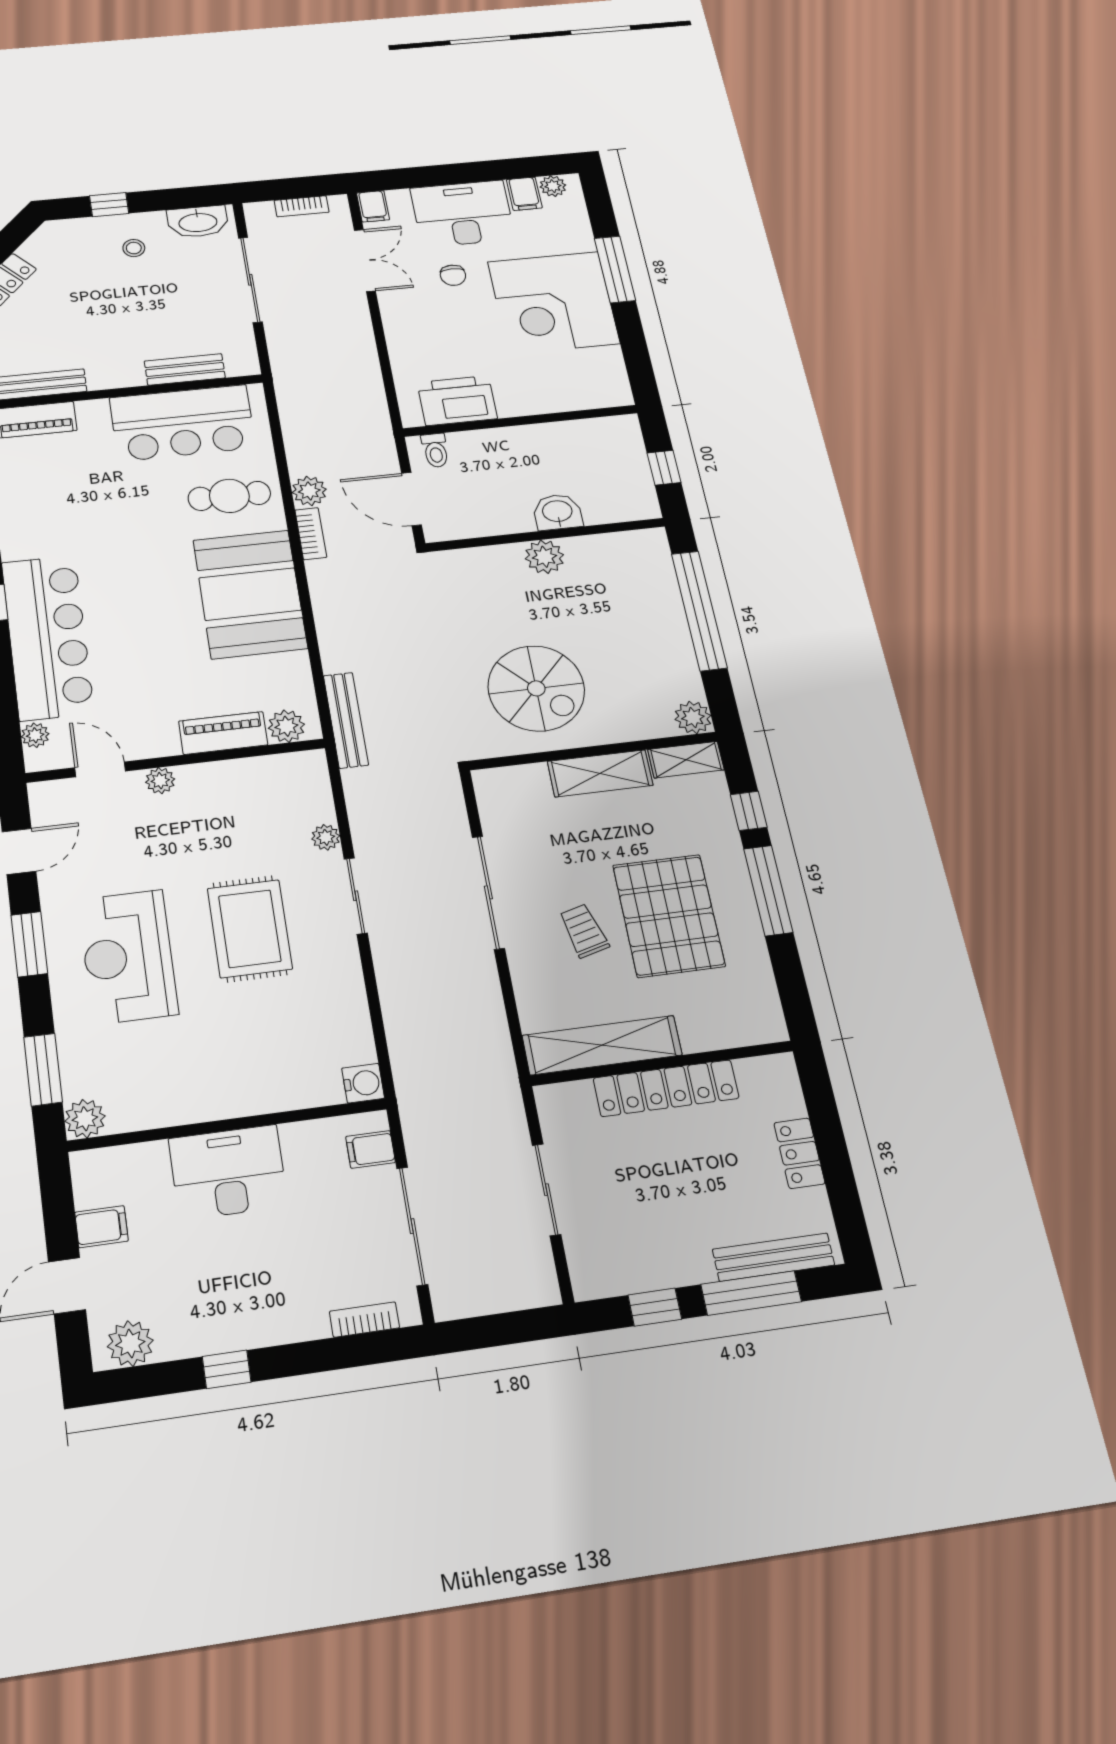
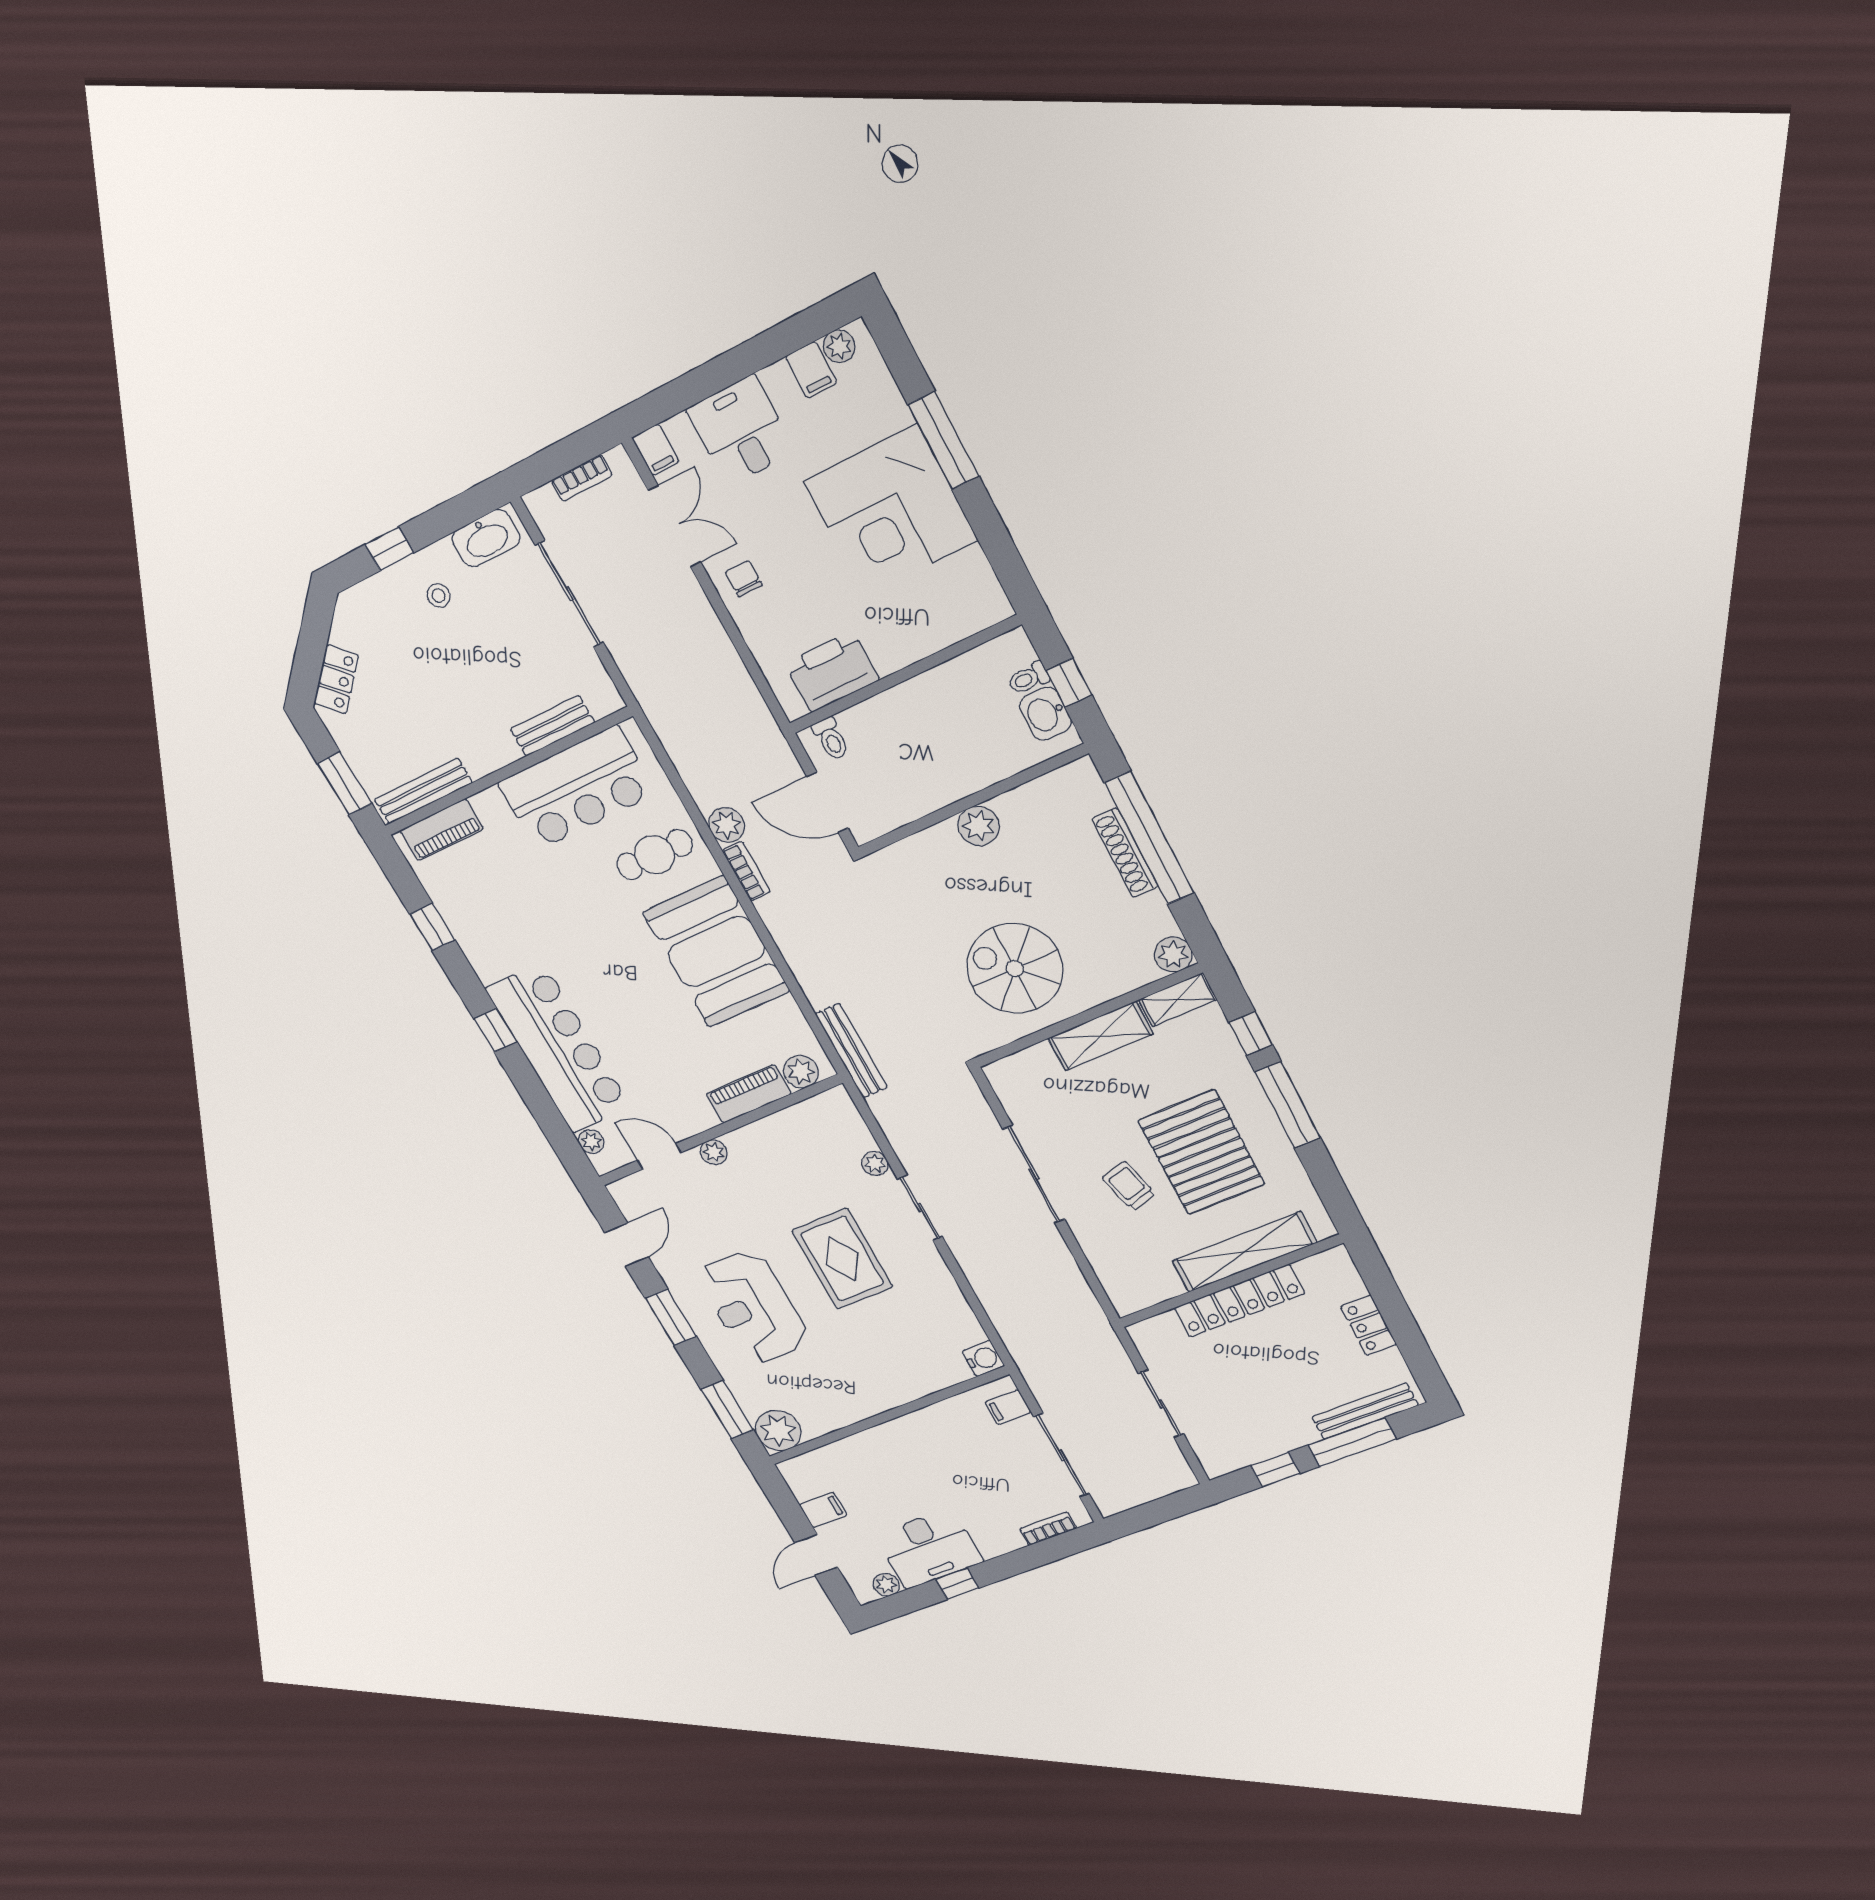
desk: (463, 214) -> (741, 431), width x0.73
chair: (453, 275) -> (744, 579), moved, turned 180
toilet: (629, 454) -> (1028, 678), added
washbasin: (557, 512) -> (1045, 714), moved, turned -90
shoe rack: (673, 617) -> (1125, 853), added
spiral stairs: (536, 688) -> (1015, 969), turned 180
shelving: (602, 1045) -> (1244, 1252), moved
plant: (85, 1119) -> (778, 1431), width x1.36, depth x1.36
desk: (228, 1172) -> (929, 1548), moved, turned 180
plant: (130, 1344) -> (886, 1585), width x0.73, depth x0.73

